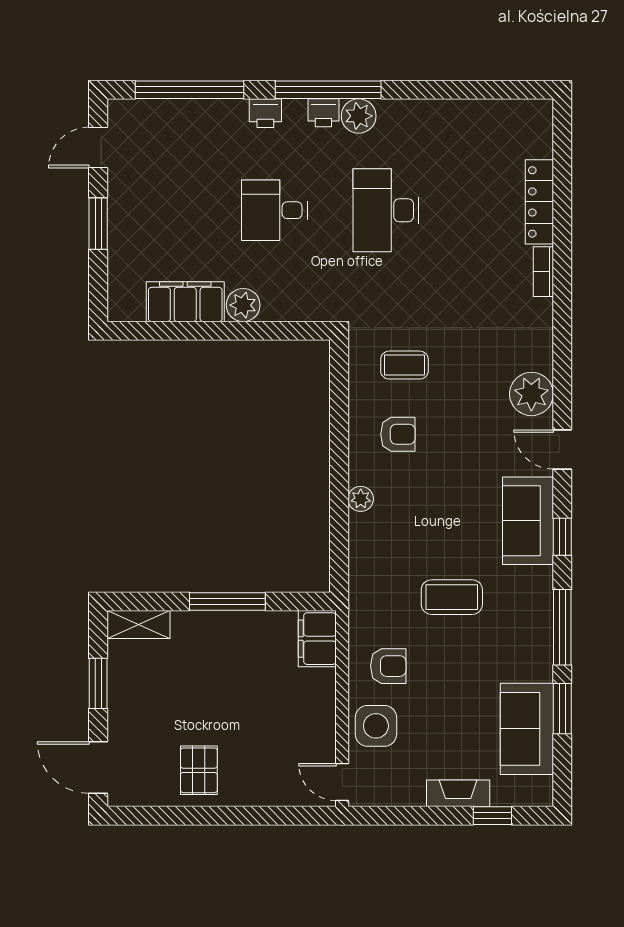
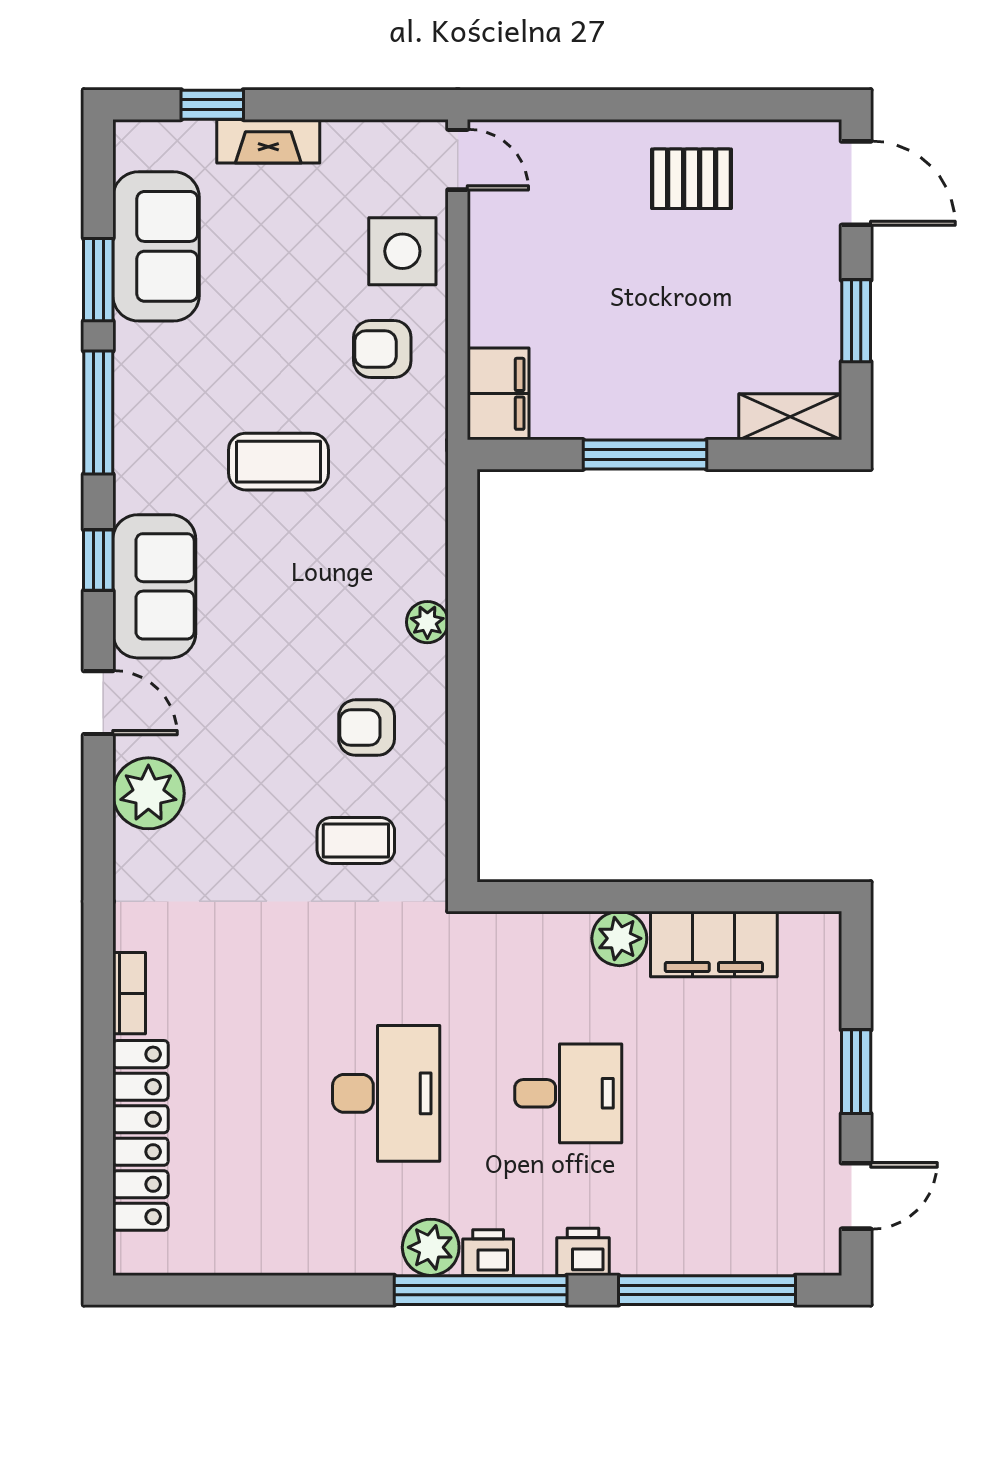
locker: (539, 202) -> (140, 1135), width x1.41, depth x1.21
pallet: (199, 770) -> (692, 179), turned 90

